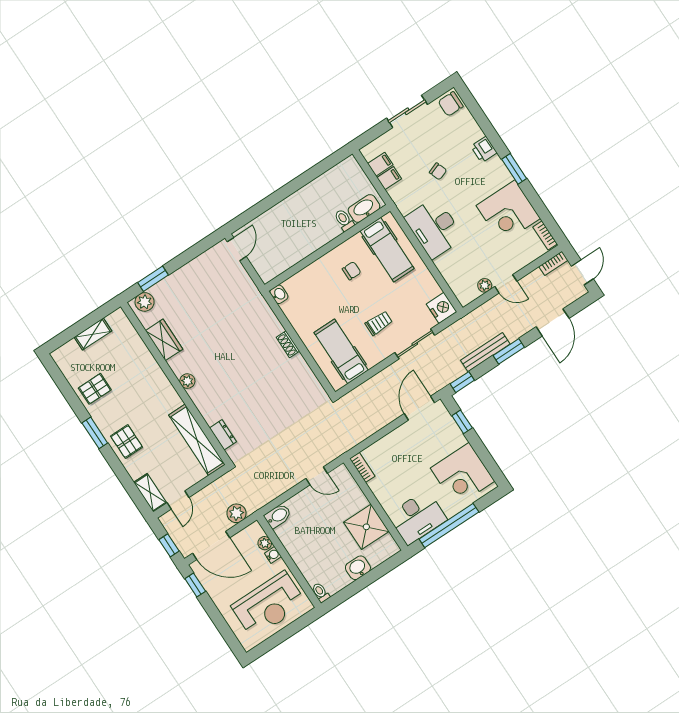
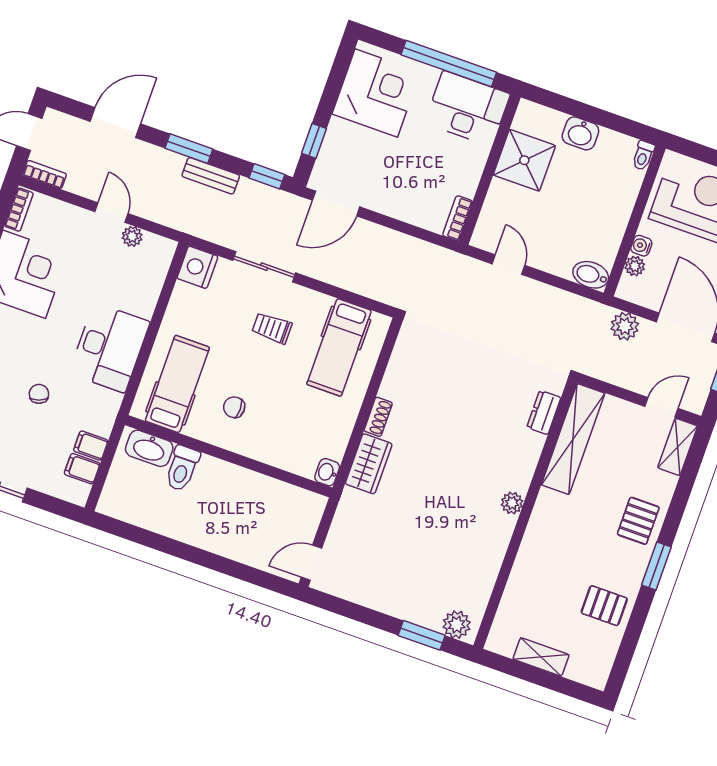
toilet: (344, 220) -> (182, 468), width x1.37, depth x1.39
wardrobe: (164, 340) -> (369, 464), moved, turned 180
bench: (485, 352) -> (211, 176), width x0.73

